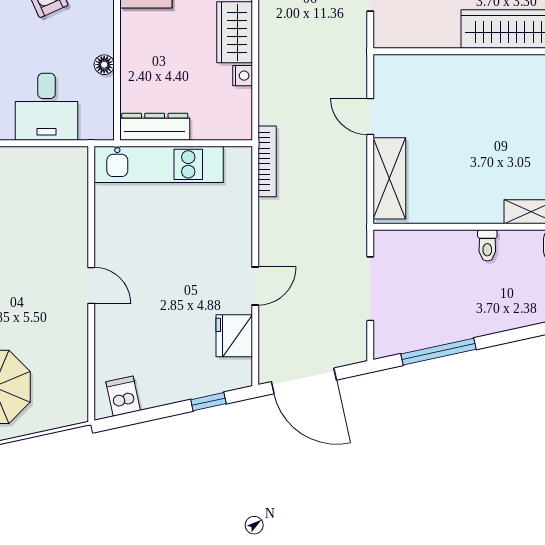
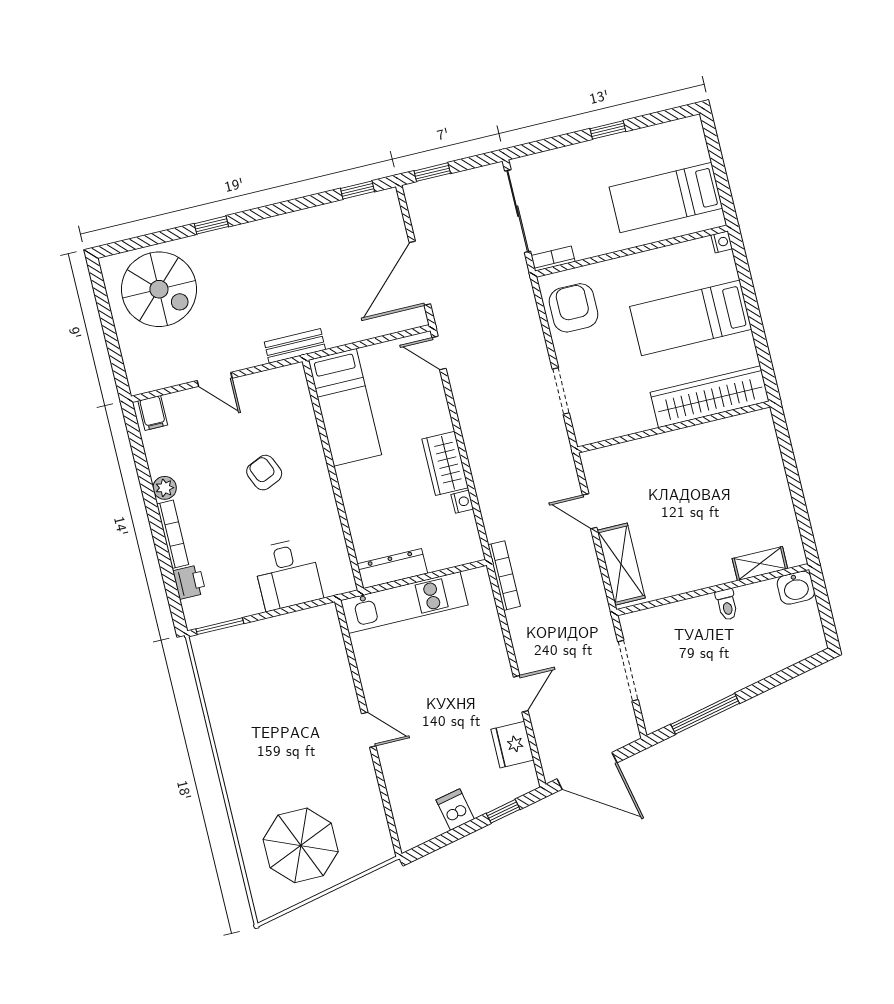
floor lamp: (104, 65) -> (332, 522), removed
dishwasher: (123, 396) -> (455, 810), moved

